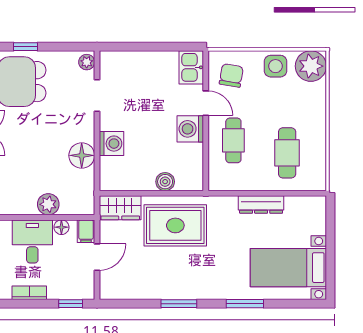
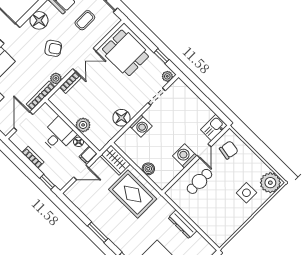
window: (26, 47) -> (162, 56), moved
side table: (276, 66) -> (246, 193), moved
cafe table: (287, 153) -> (219, 212), removed

